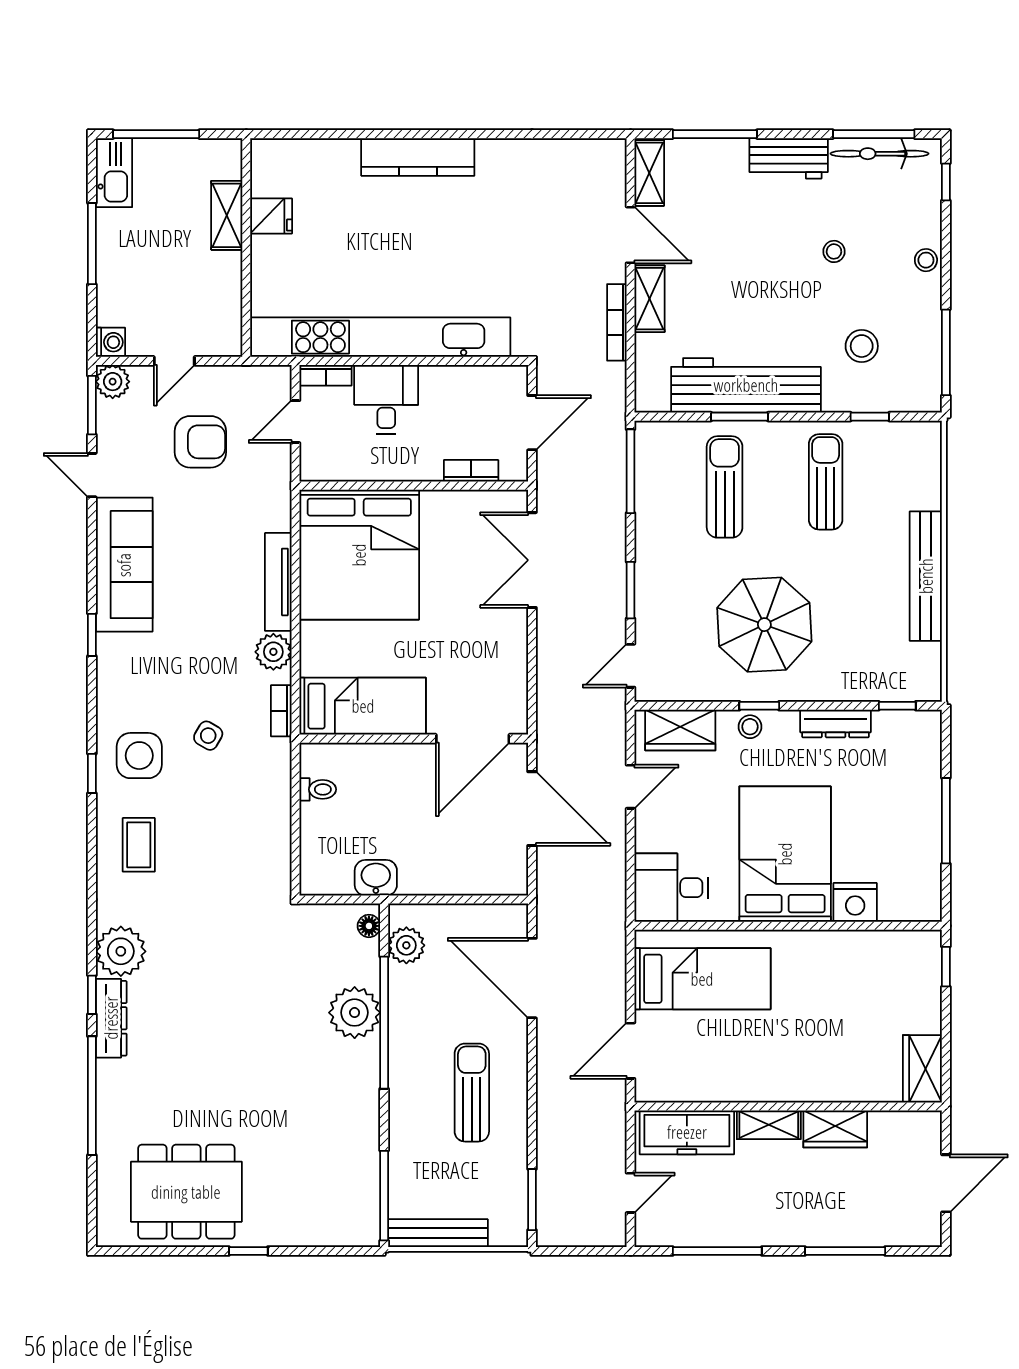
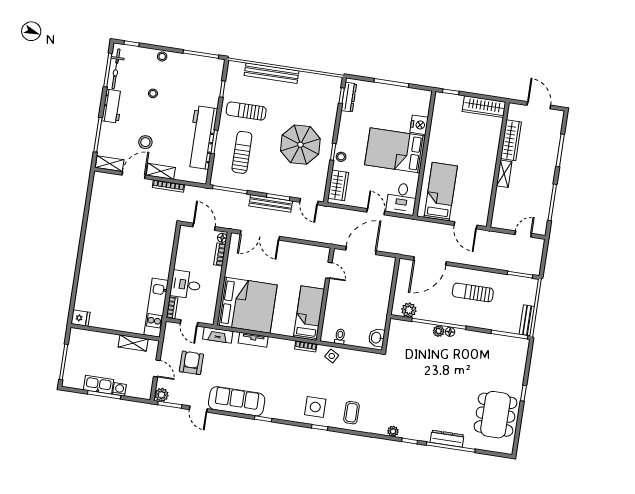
kitchen counter: (418, 157) -> (89, 257), removed
kitchen sink: (114, 173) -> (99, 385), moved
shelving: (227, 215) -> (133, 343), moved
fridge: (271, 216) -> (81, 318), moved, turned 90
kitchen unit: (380, 337) -> (156, 308), width x0.54
washing machine: (110, 342) -> (119, 389), moved
stool: (862, 346) -> (145, 142), moved
floor lamp: (512, 470) -> (222, 238), added
door: (92, 475) -> (198, 409), hinge flipped
sun lounger: (725, 487) -> (242, 152), turned 90
fireplace: (277, 495) -> (218, 335), added
bench: (612, 575) -> (271, 203), added
bench: (926, 576) -> (271, 73), moved
tv unit: (278, 582) -> (253, 340), width x0.71
plant: (273, 652) -> (281, 346), removed
dresser: (836, 723) -> (349, 97), moved
side table: (208, 736) -> (332, 356), moved
door: (473, 739) -> (329, 270), width x0.53
door: (631, 787) -> (376, 212), moved
coffee table: (139, 845) -> (352, 413), turned 90
washbasin: (376, 878) -> (377, 338), moved
floor lamp: (369, 926) -> (450, 332), moved
plant: (121, 951) -> (393, 431), width x0.53, depth x0.53
plant: (355, 1013) -> (439, 331), width x0.53, depth x0.53
dresser: (111, 1018) -> (447, 439), moved
wardrobe: (922, 1069) -> (484, 107), width x1.50
wardrobe: (835, 1129) -> (511, 140), width x1.50
freezer: (687, 1132) -> (502, 207), removed
door: (631, 1193) -> (523, 234), hinge flipped
bench: (438, 1233) -> (527, 320), width x0.73

